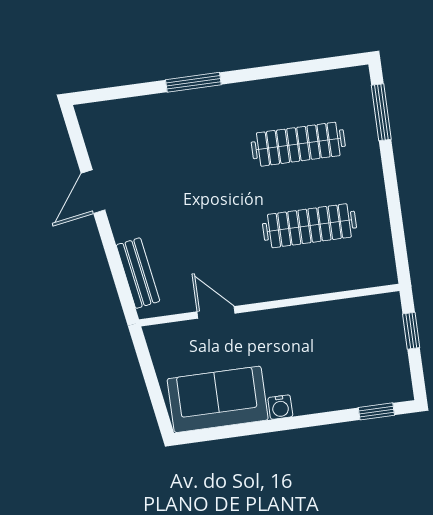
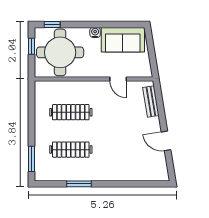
window: (193, 82) -> (79, 184), moved
door: (93, 192) -> (166, 141), swing flipped
window: (411, 331) -> (32, 46), moved
round table: (351, 353) -> (60, 52), added

